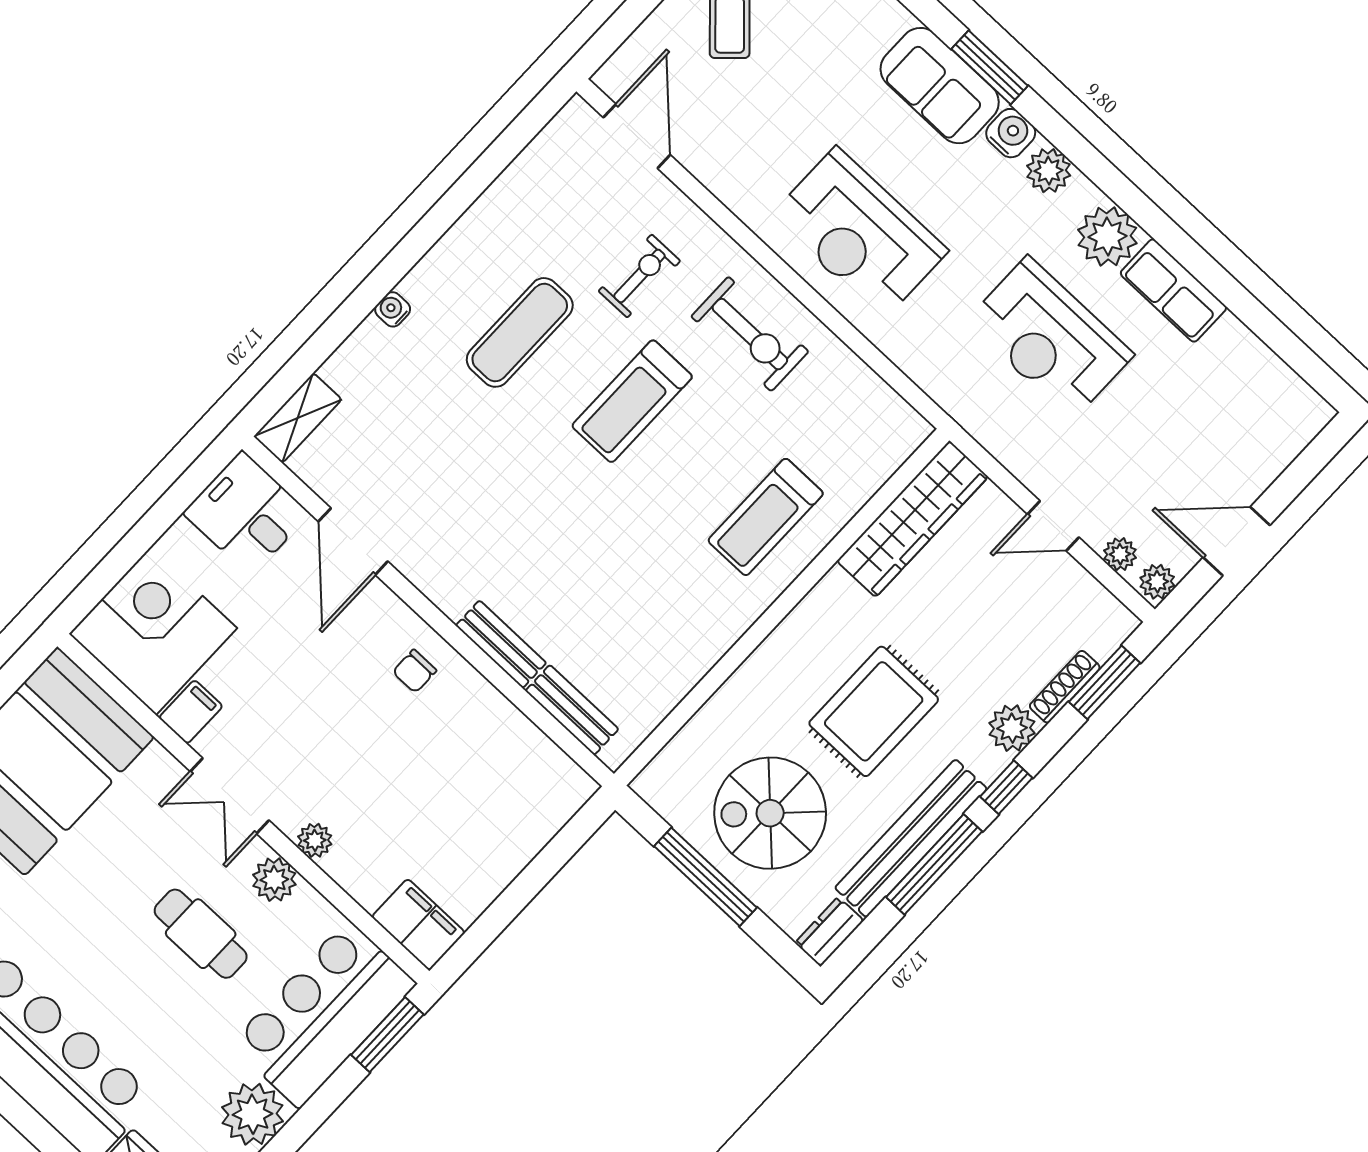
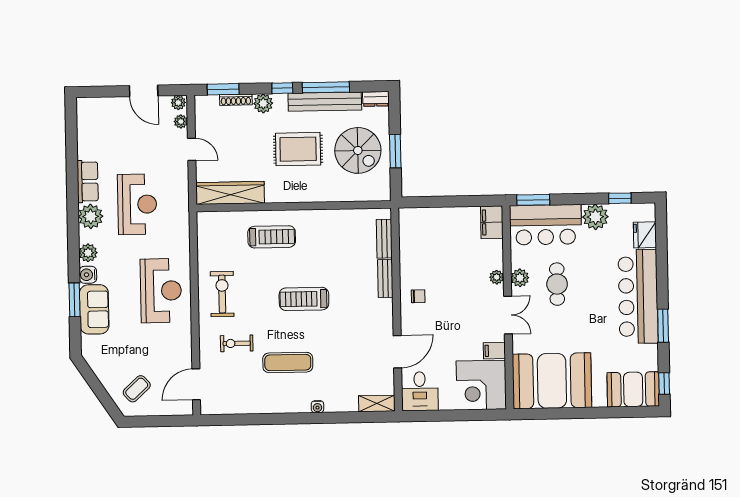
treadmill: (632, 401) -> (304, 299), moved, turned 180
window: (705, 877) -> (395, 151), width x0.69

